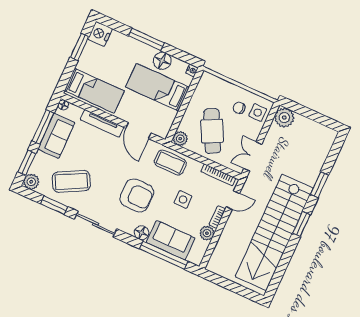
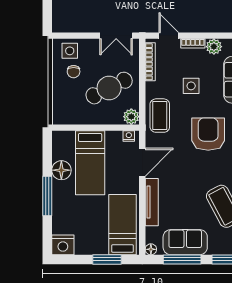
window: (80, 47) -> (107, 259), moved
nightstand: (192, 70) -> (129, 136), moved
plant: (284, 118) -> (63, 22), removed

